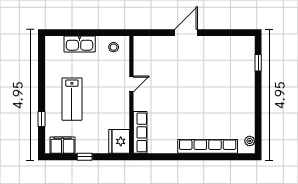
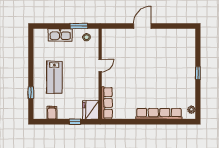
window: (104, 33) -> (79, 26), added
window: (258, 63) -> (198, 73), moved
filing cabinet: (62, 145) -> (52, 113), width x0.50
window: (85, 157) -> (75, 122), moved

